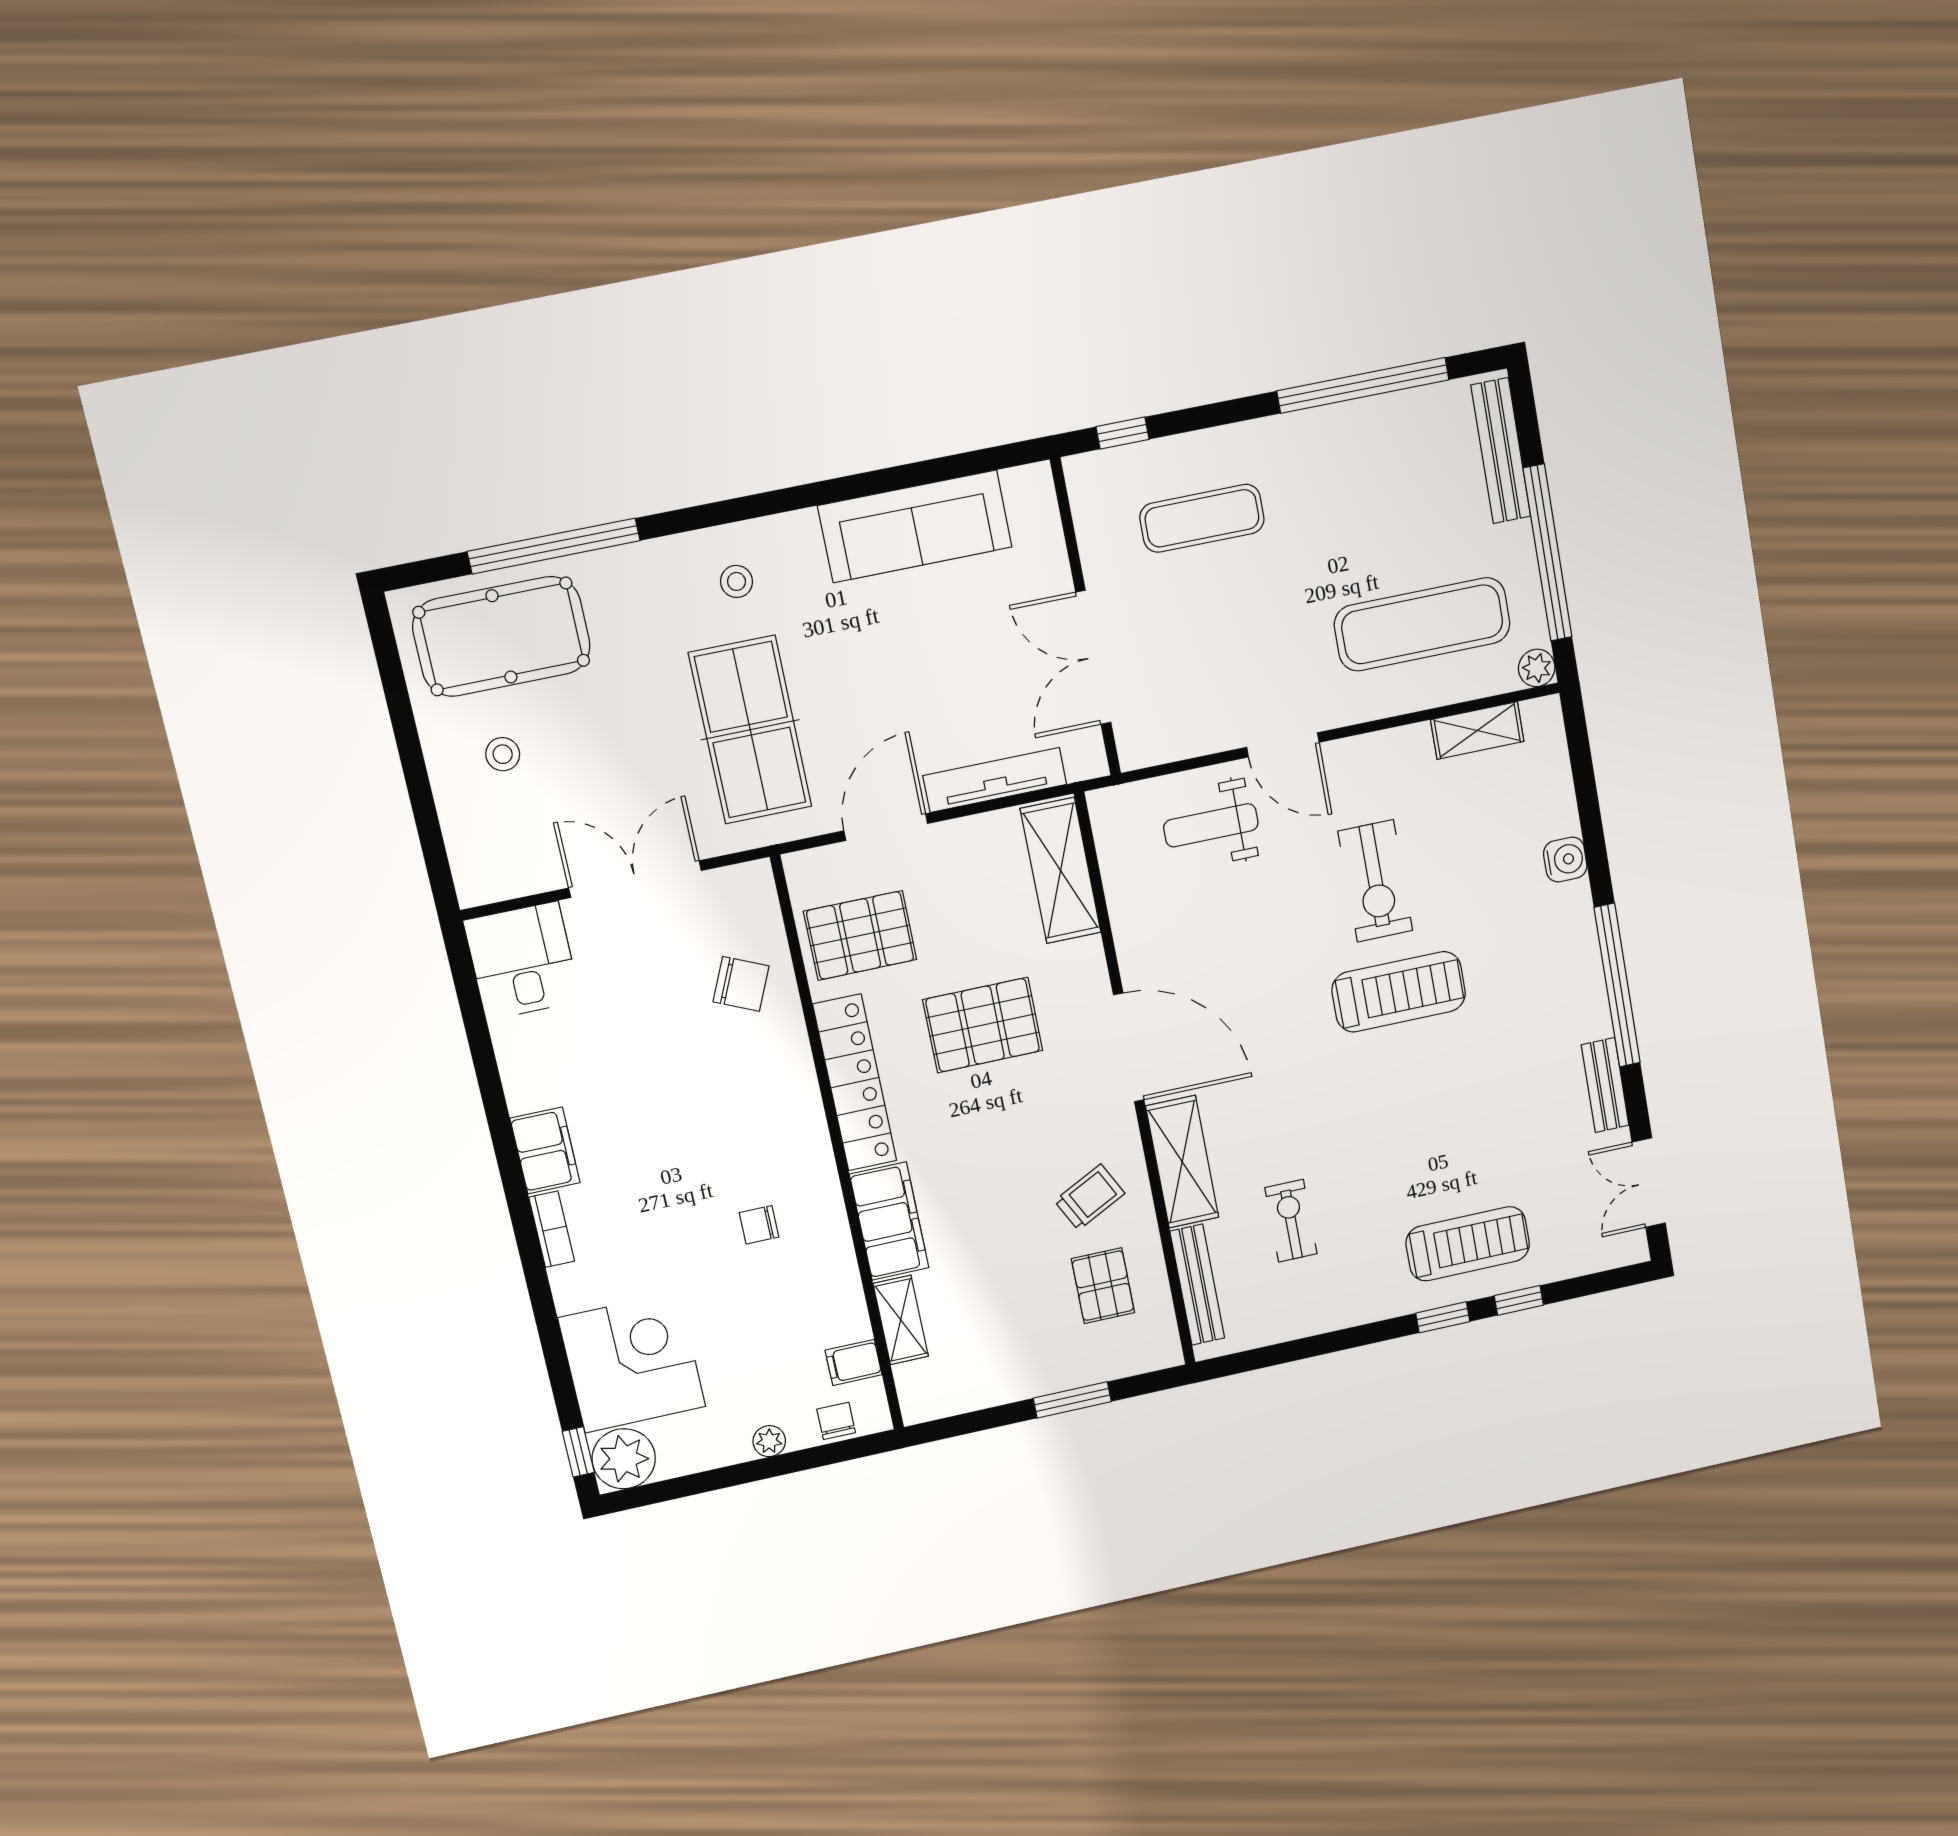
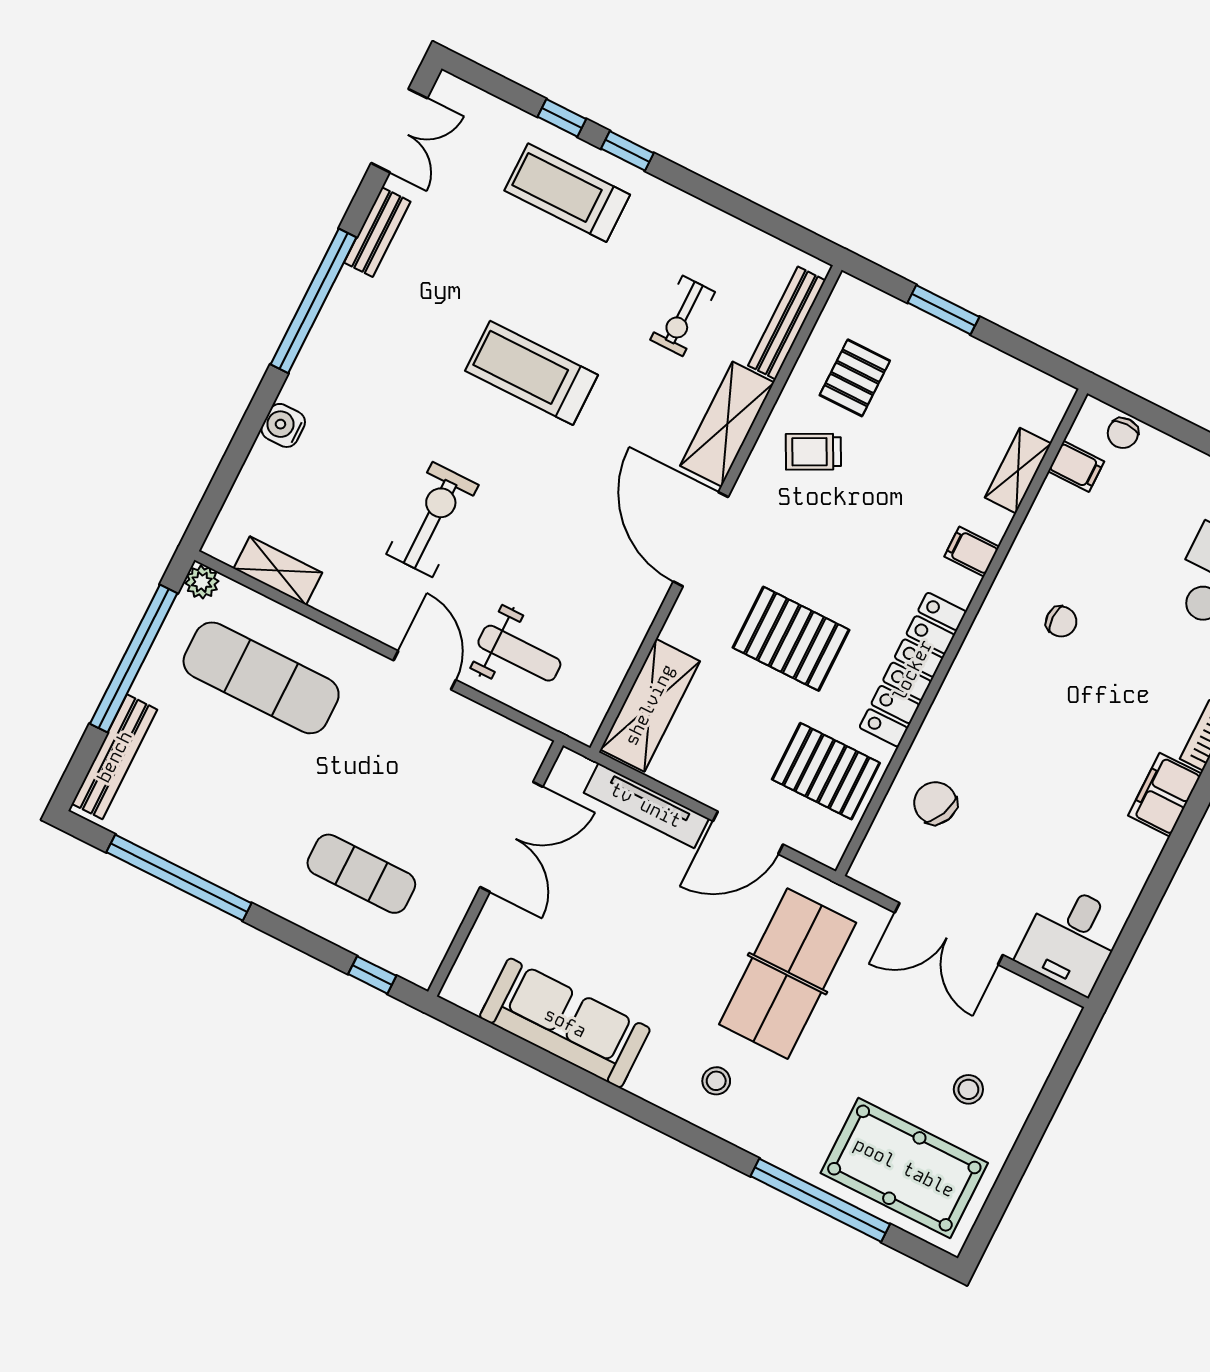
treadmill: (1399, 992) -> (532, 373), moved
filing cabinet: (889, 1221) -> (972, 552), width x0.33, depth x0.86
plant: (769, 1441) -> (1182, 457), removed

